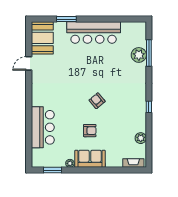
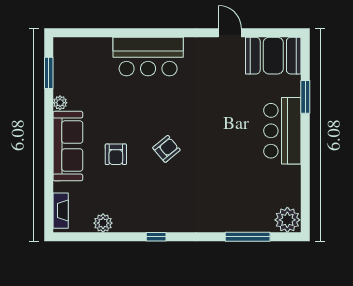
bar counter: (94, 33) -> (282, 131), width x0.73
plant: (139, 55) -> (287, 220), moved
bar counter: (43, 127) -> (148, 57), moved
armchair: (90, 131) -> (116, 154), moved
sofa: (90, 159) -> (68, 146), width x1.36

